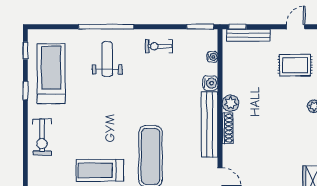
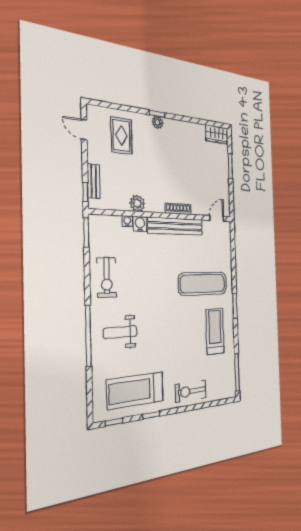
bench: (248, 35) -> (94, 181), width x0.73
exercise bike: (159, 46) -> (107, 277), width x1.38, depth x1.39
water cooler: (212, 57) -> (127, 221), moved
plant: (231, 103) -> (137, 203), moved
exercise bike: (42, 137) -> (191, 391), turned 180
treadmill: (100, 170) -> (215, 331), turned 180

